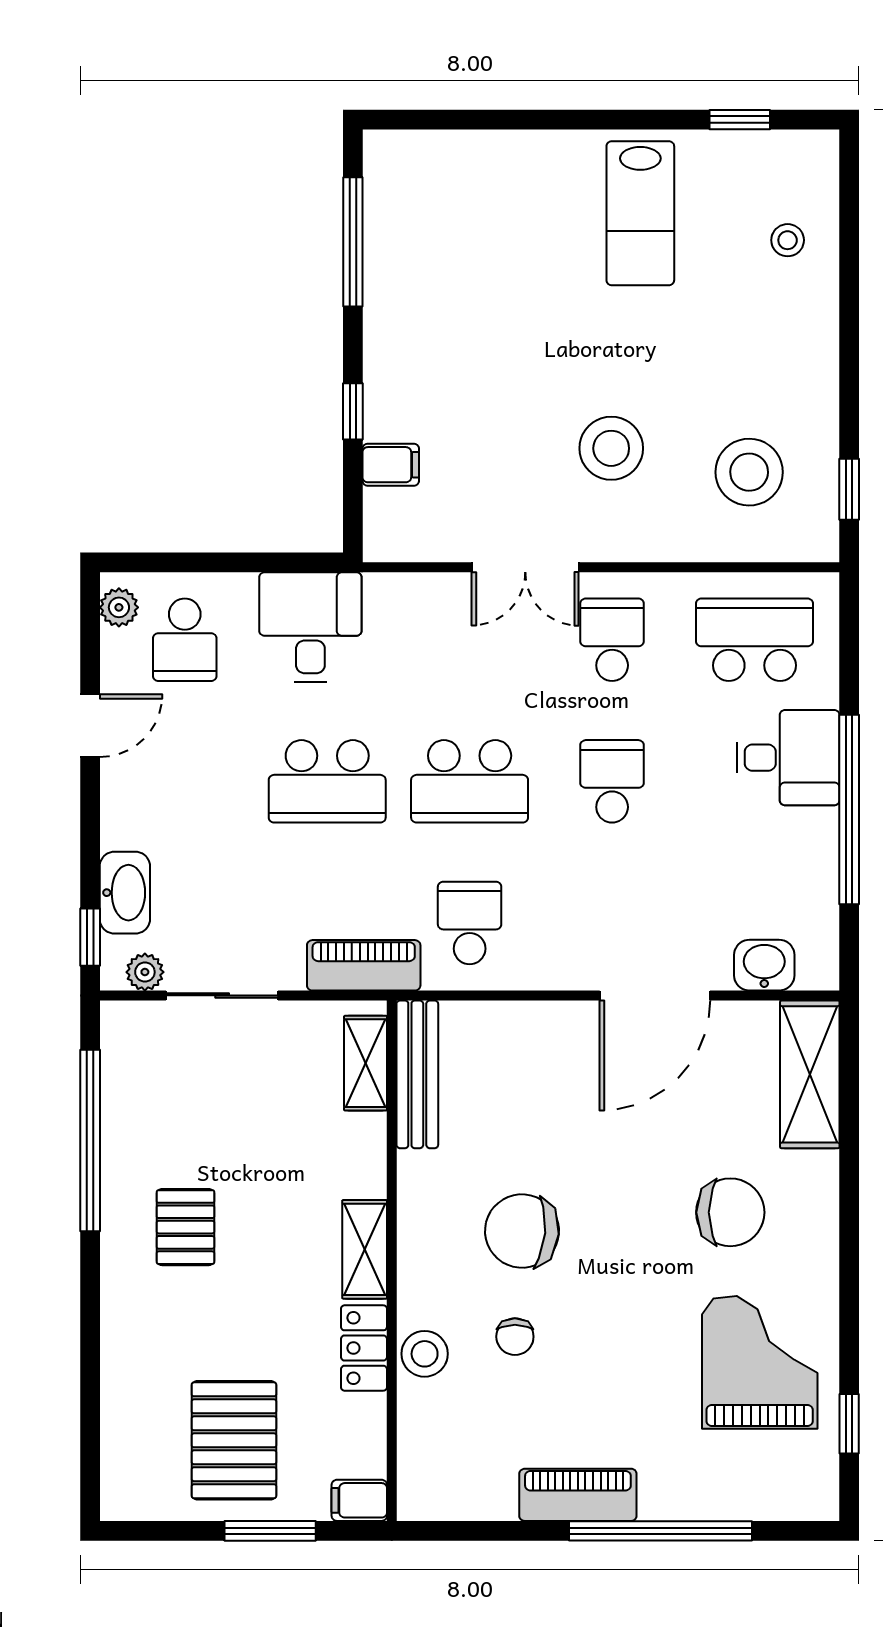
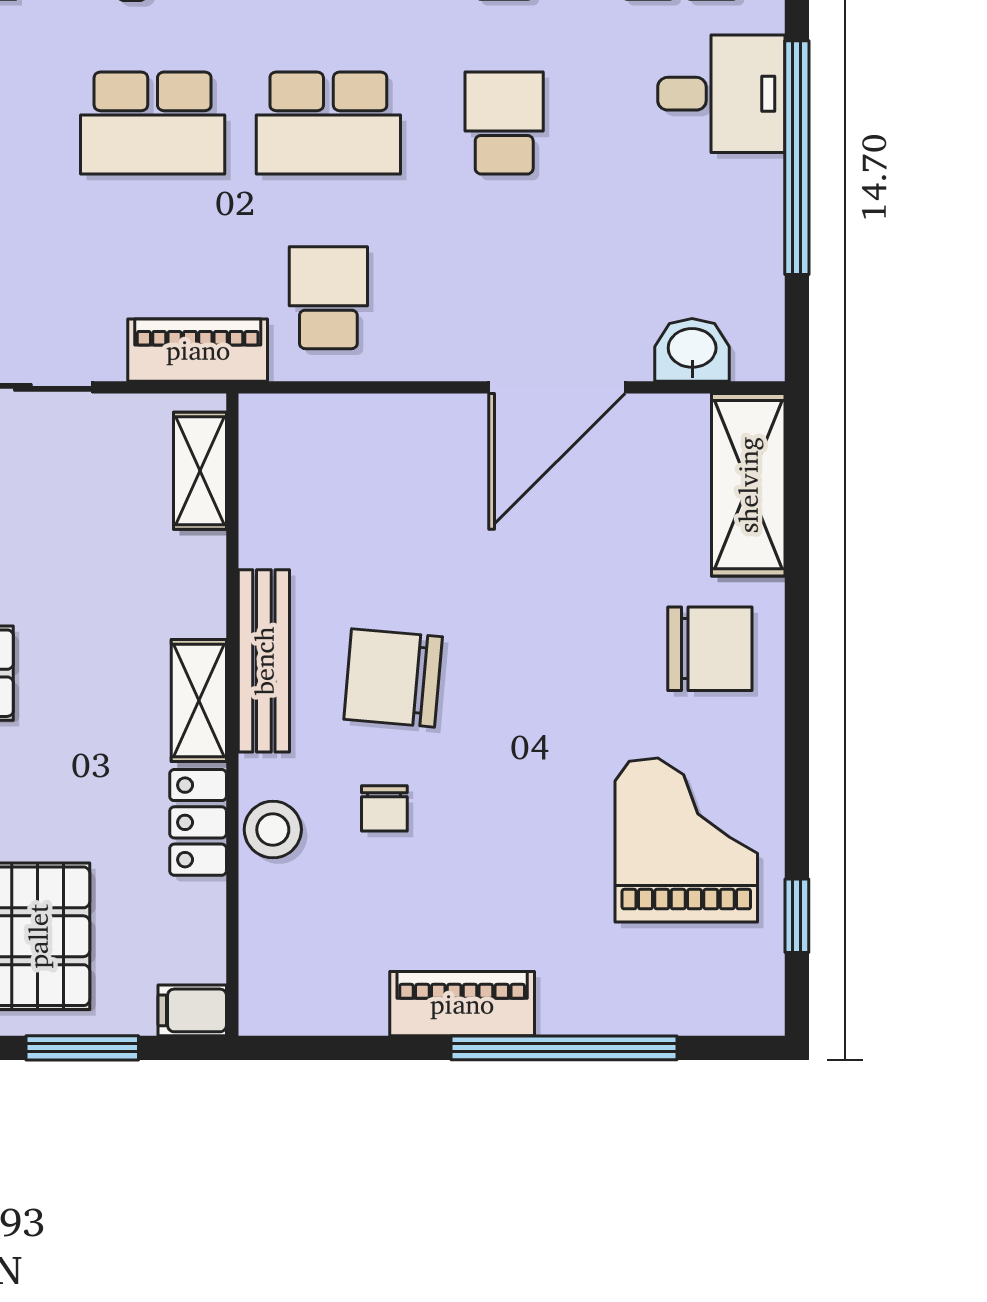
bench: (417, 1074) -> (264, 661), moved
chair: (730, 1212) -> (710, 649), moved

